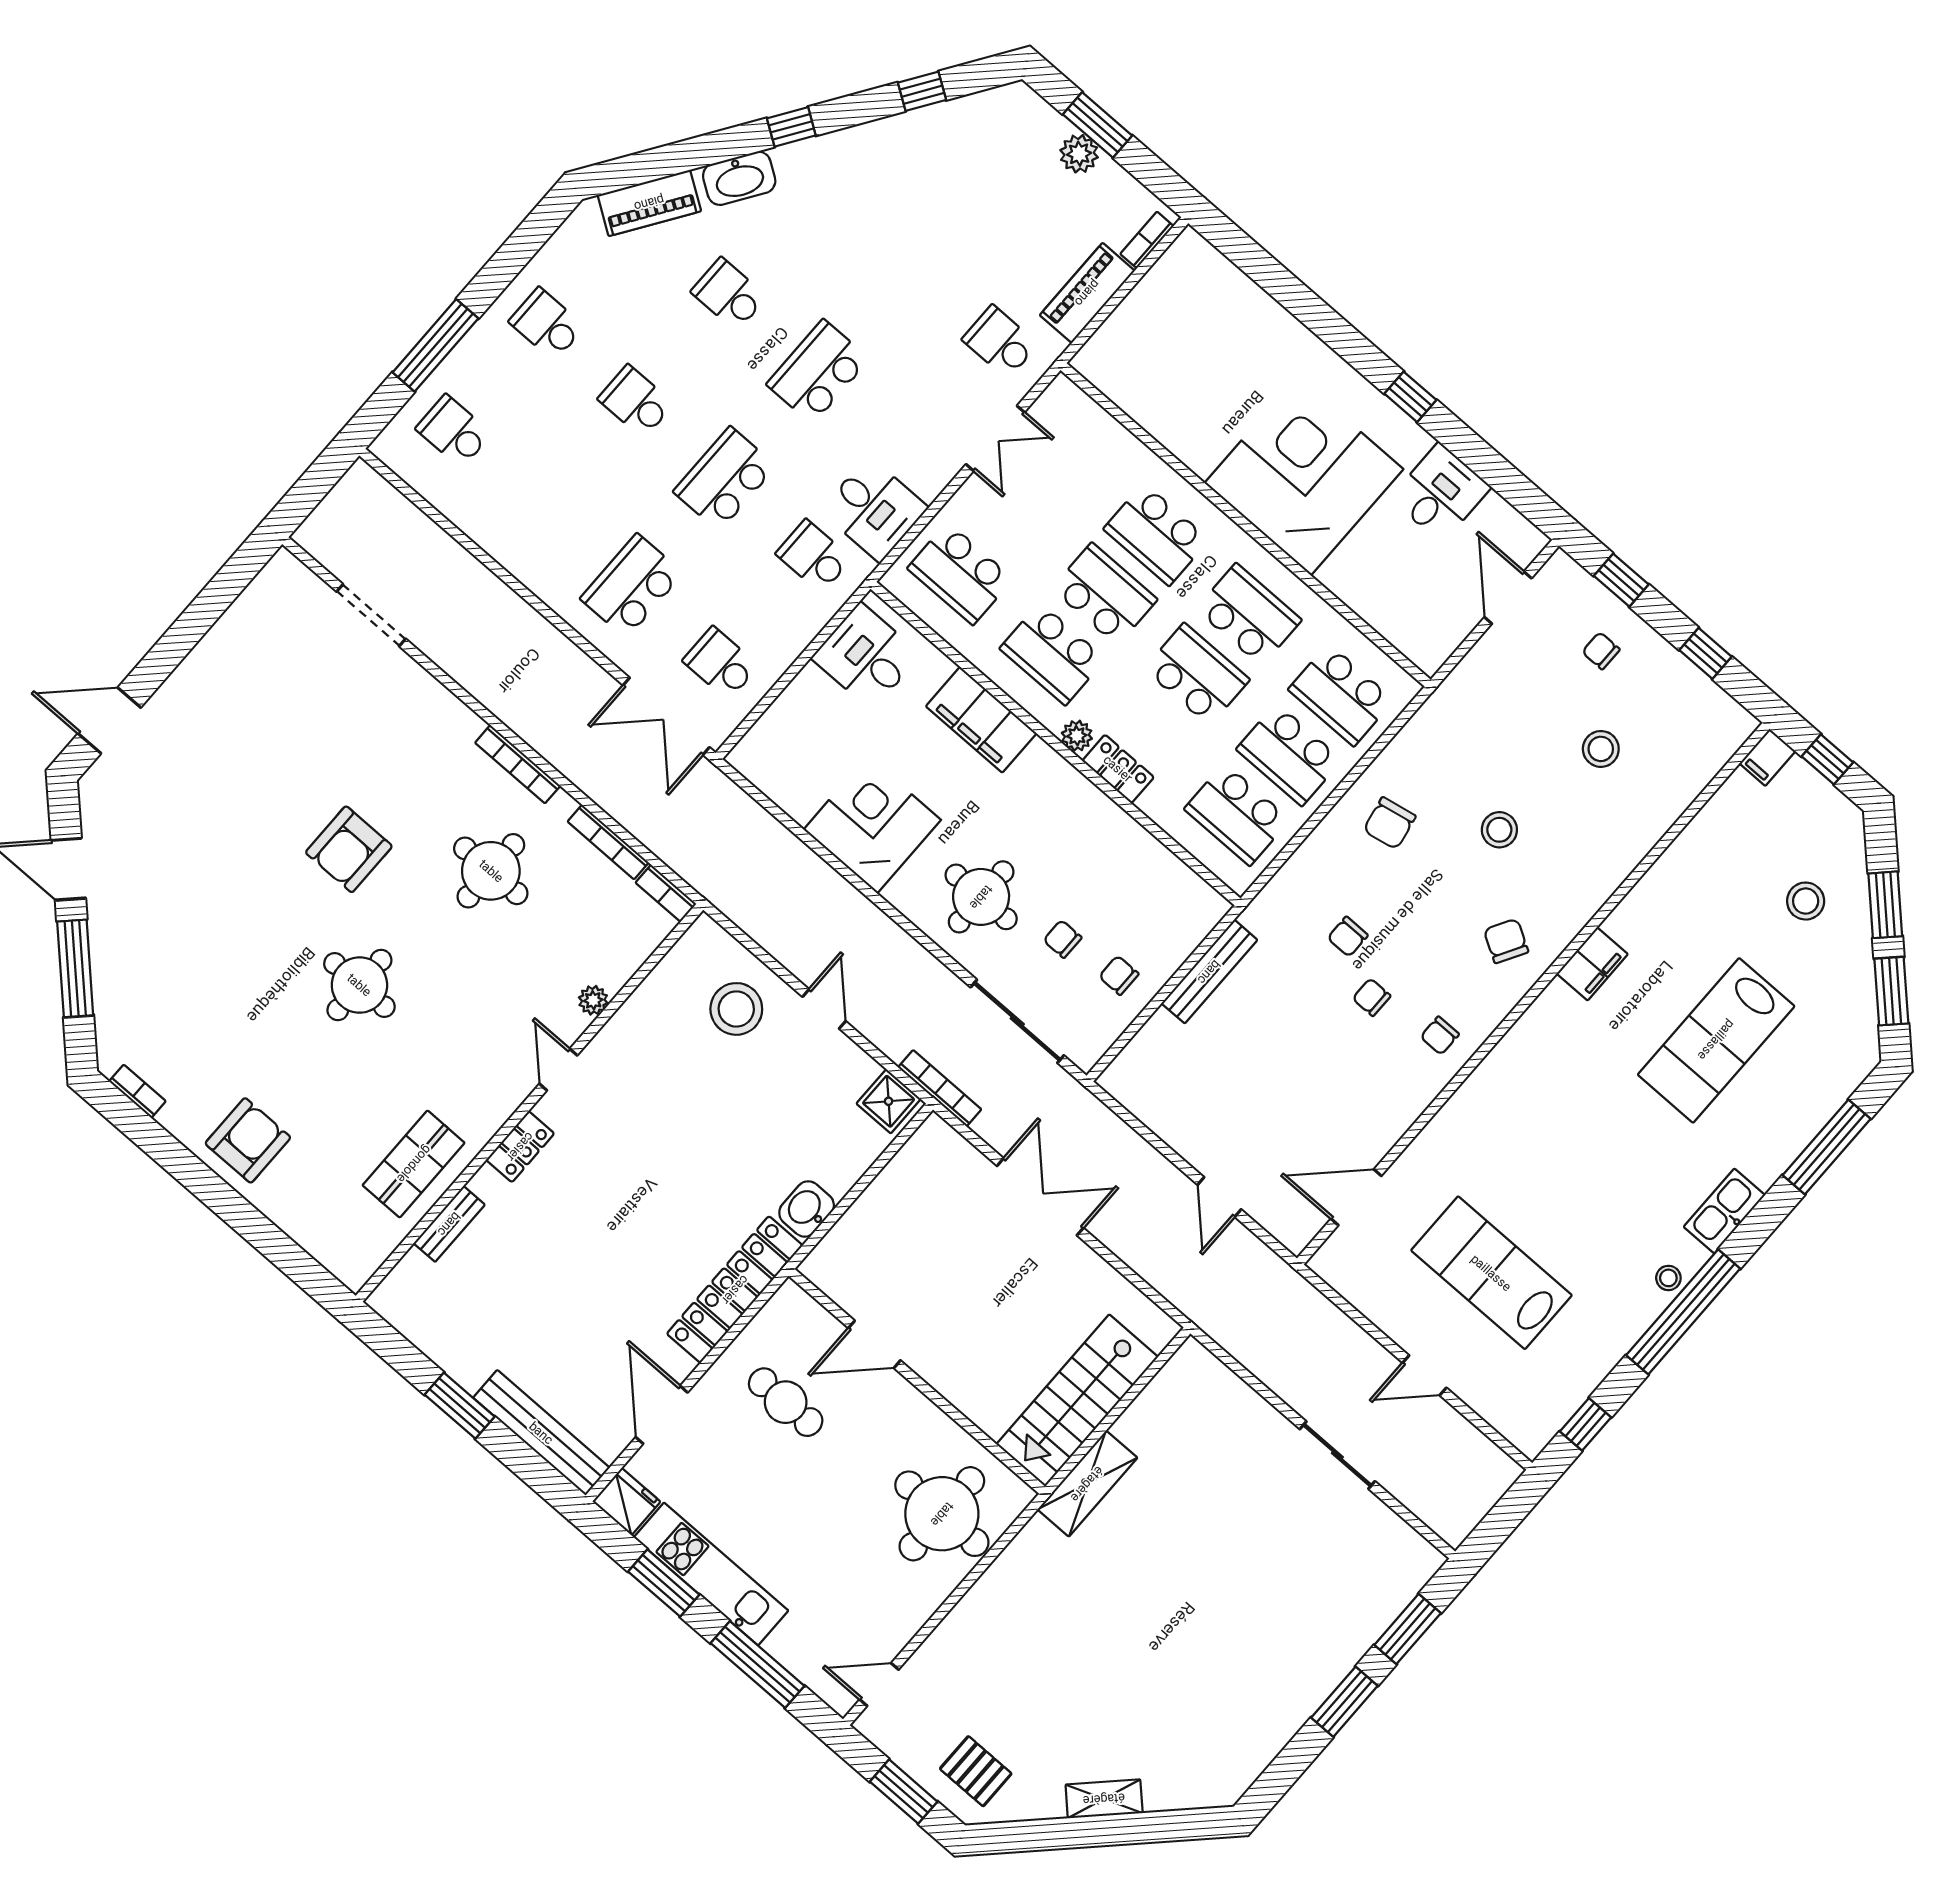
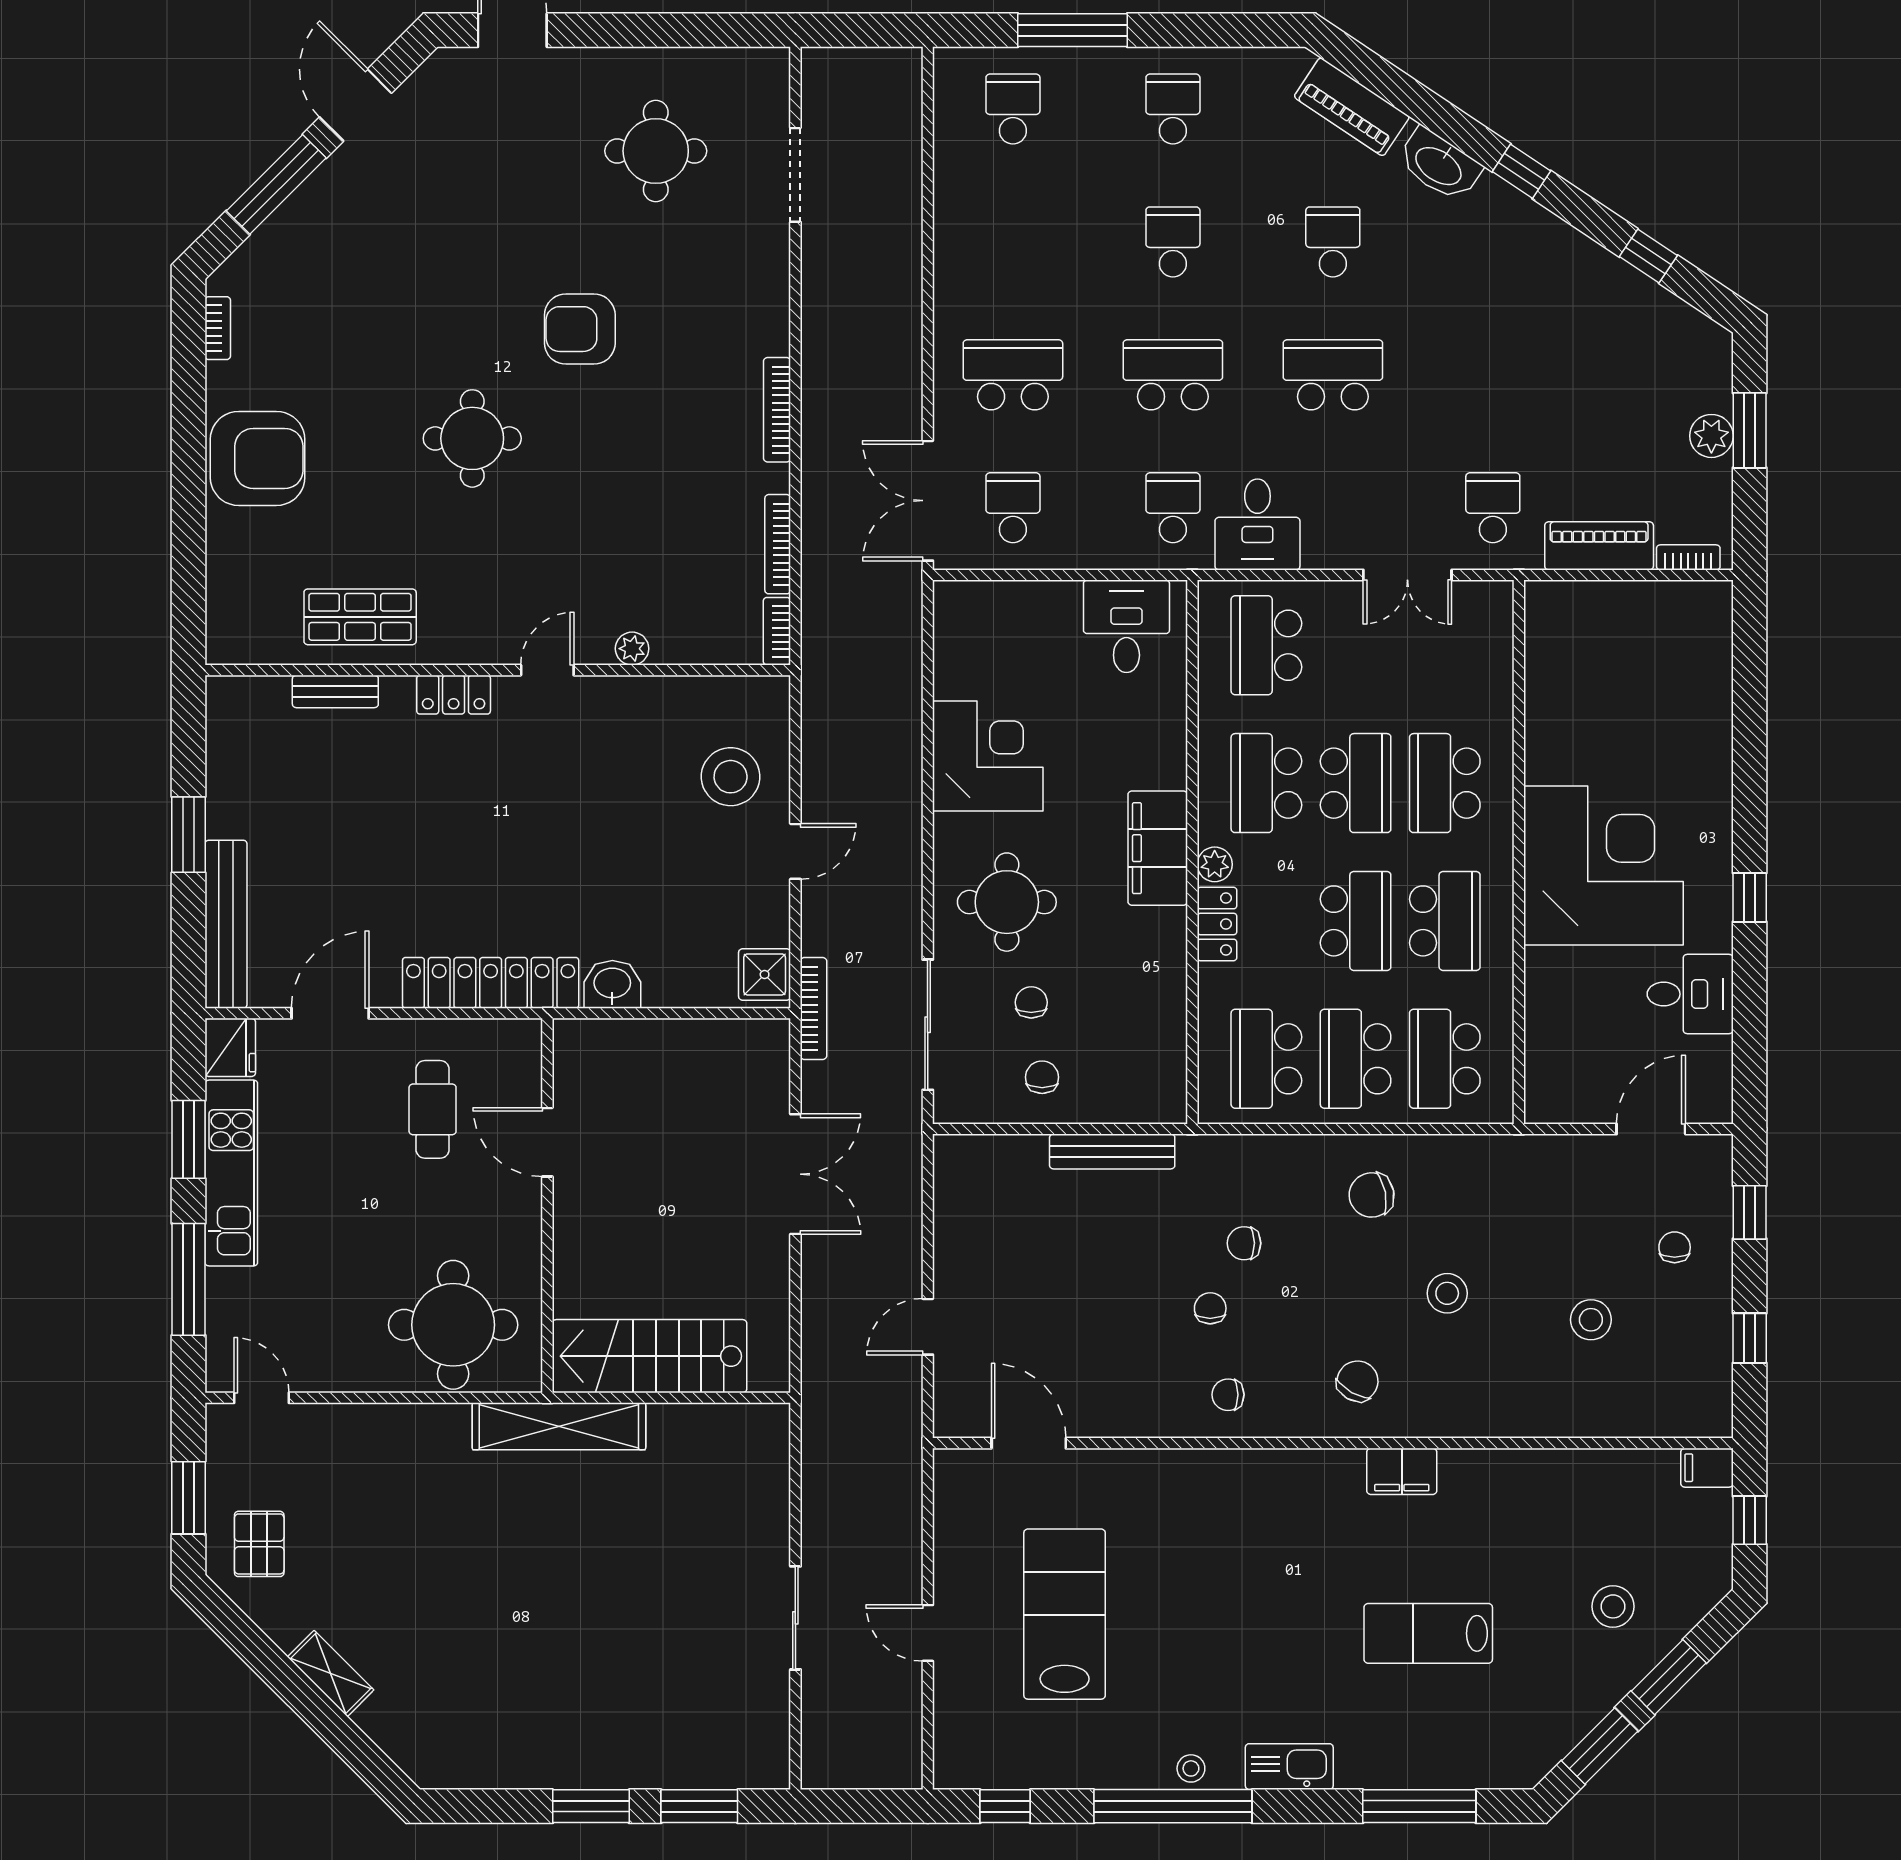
filing cabinet: (981, 720) -> (1158, 848), moved
round table: (491, 871) -> (656, 151), moved
lab bench: (1716, 1040) -> (1428, 1633), width x0.73, depth x0.72
armchair: (248, 1140) -> (258, 458), width x1.36, depth x1.36
shelving: (1087, 1484) -> (559, 1426), width x1.47

